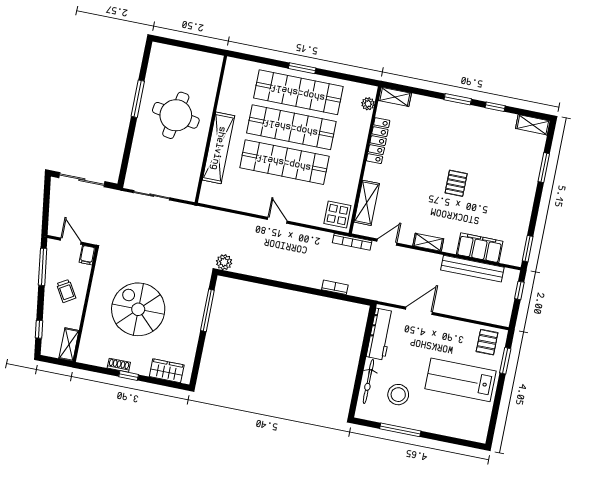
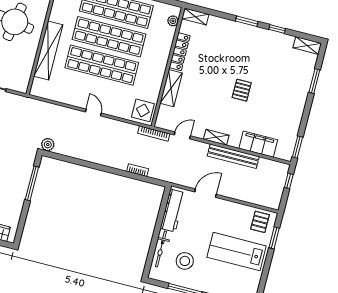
shelving: (367, 203) -> (171, 88), moved
bench: (472, 269) -> (233, 156), moved

